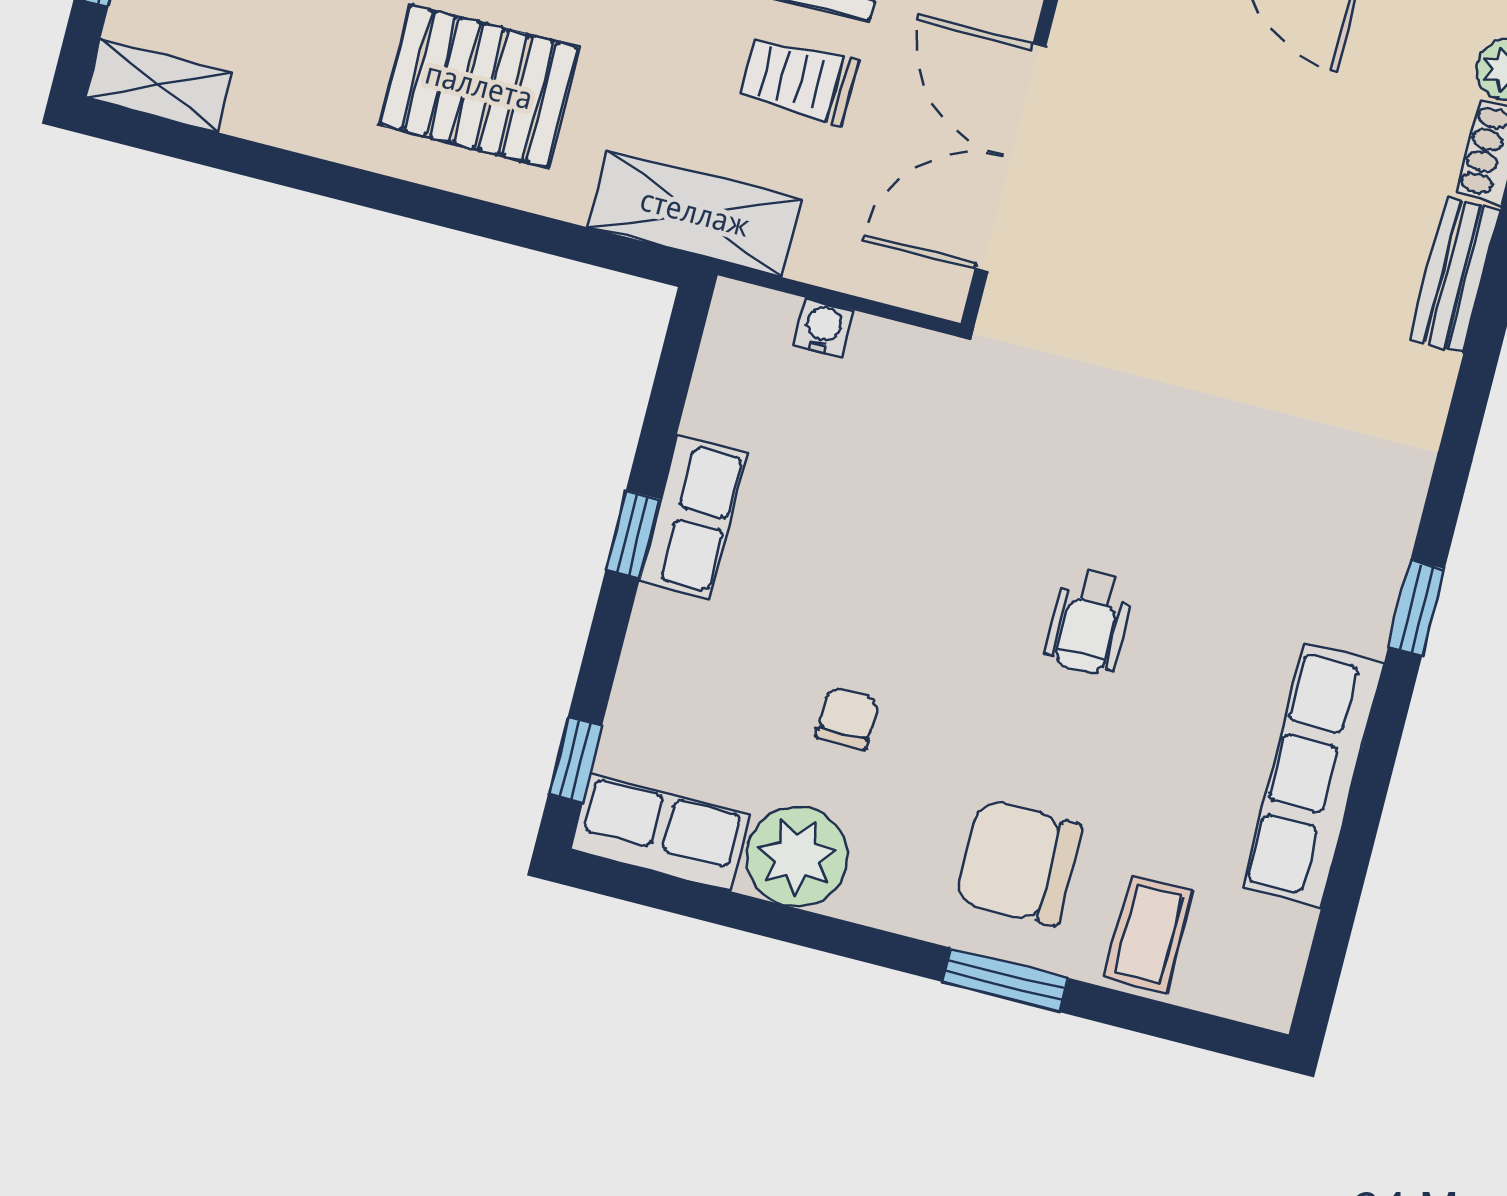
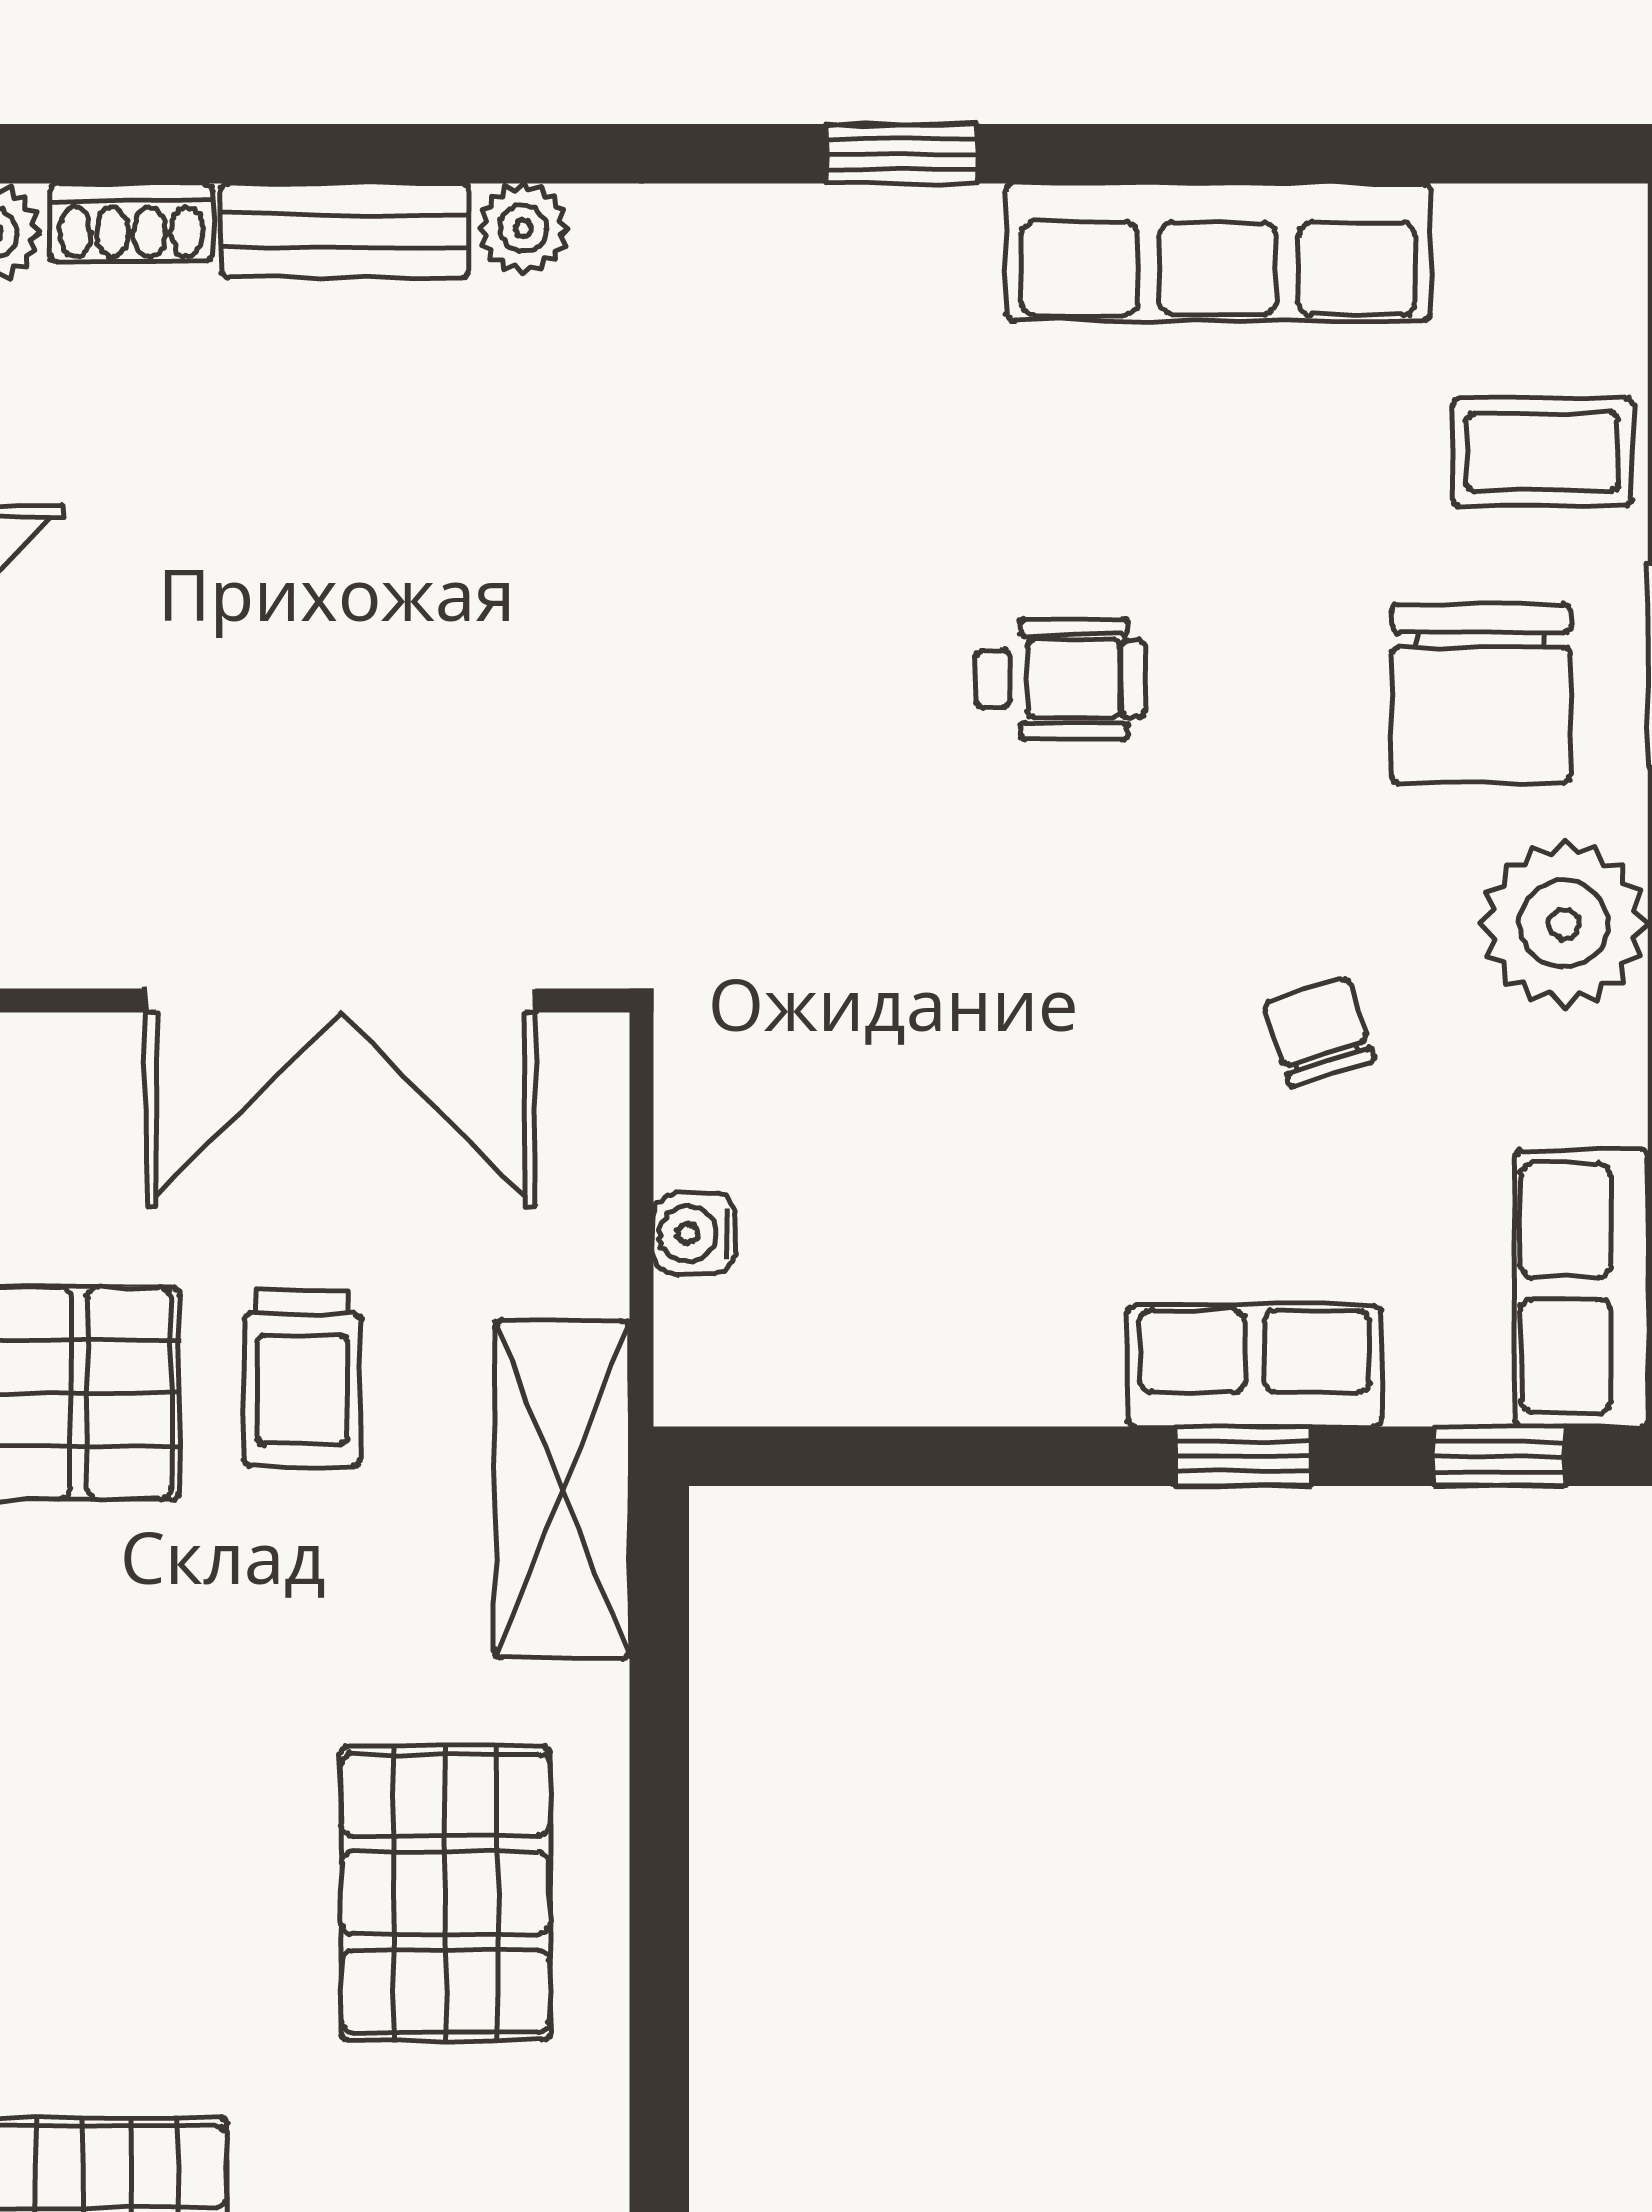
plant: (1429, 378) -> (523, 228), added
row of seats: (693, 517) -> (1255, 1366), moved
window: (633, 534) -> (1243, 1456), moved
chair: (847, 718) -> (1319, 1032), turned 72
plant: (797, 856) -> (1564, 924), moved

